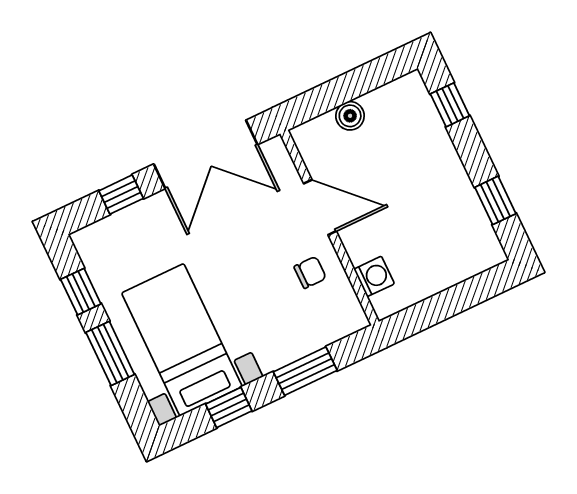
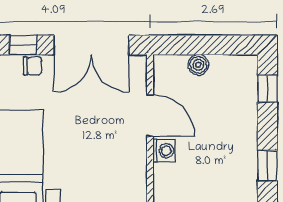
chair: (310, 272) -> (33, 66), moved
washing machine: (374, 276) -> (164, 151), moved

